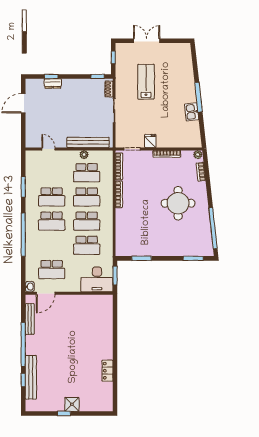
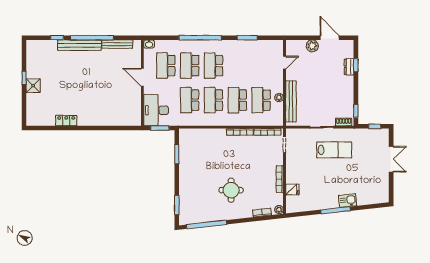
lab bench: (146, 82) -> (334, 150), moved
kitchen sink: (192, 112) -> (348, 201), moved
plant: (32, 121) -> (312, 46), added
fridge: (150, 141) -> (292, 189), moved
school desk: (52, 197) -> (190, 66), moved
round table: (178, 203) -> (231, 190), width x0.73, depth x0.73
door: (46, 293) -> (142, 77), moved
bench: (31, 377) -> (79, 45), moved

